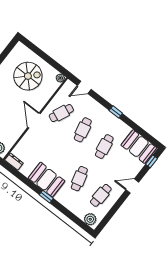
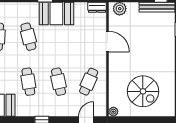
spiral stairs: (28, 76) -> (143, 91), turned -90
door: (34, 120) -> (107, 41), moved

